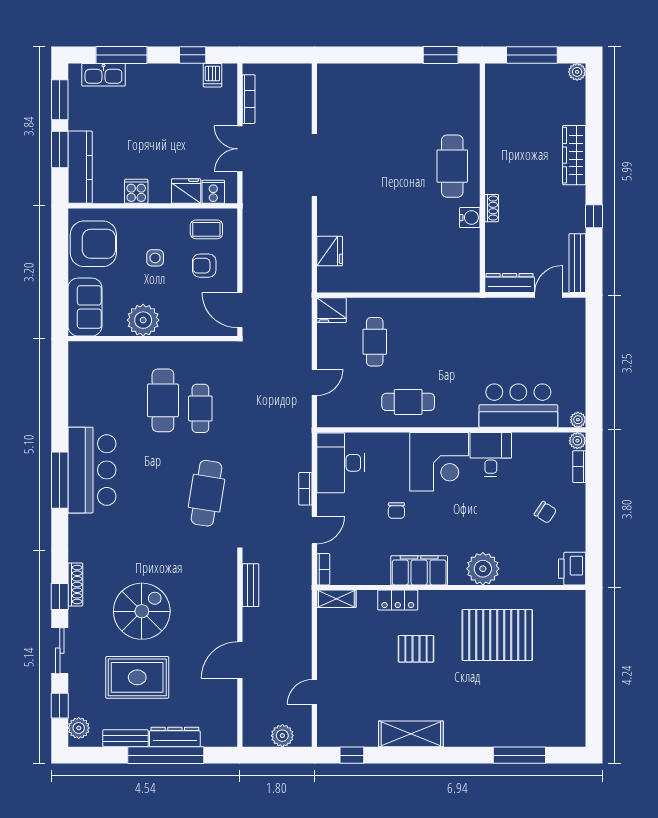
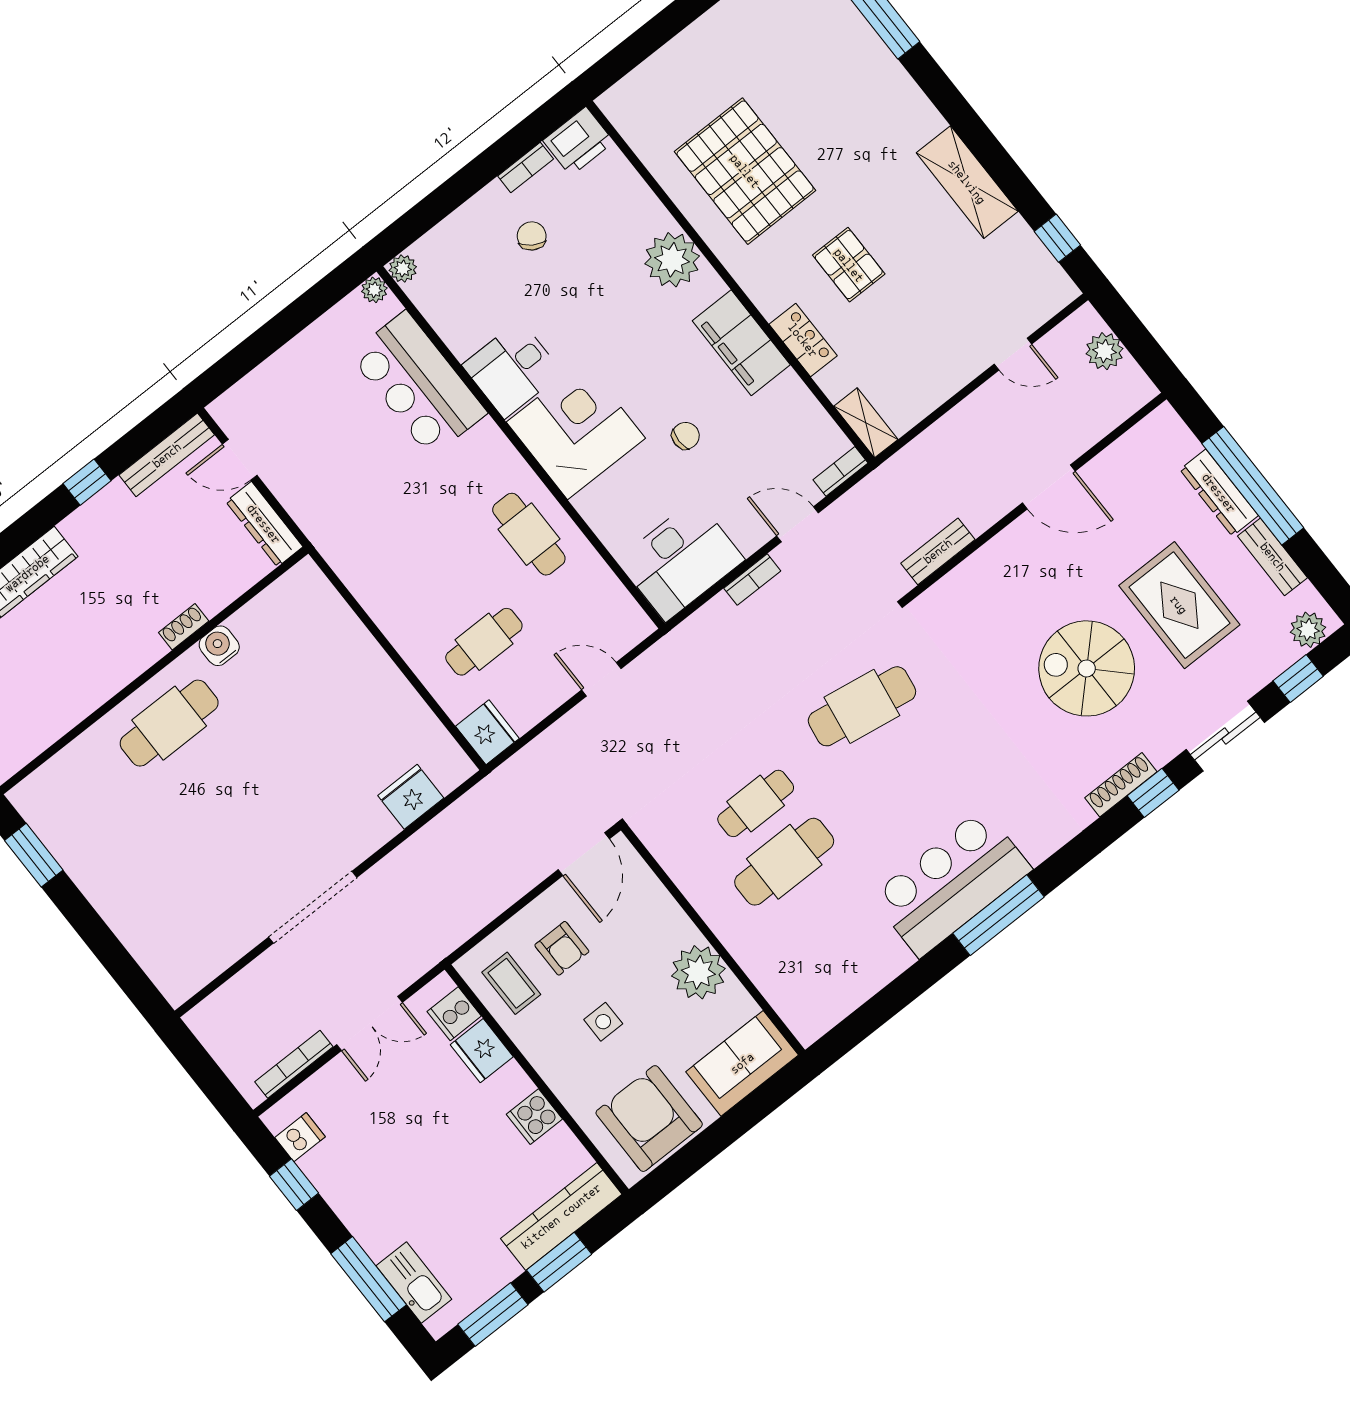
bookcase: (579, 467) -> (526, 168), moved

